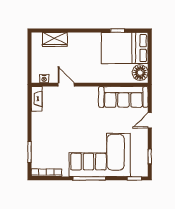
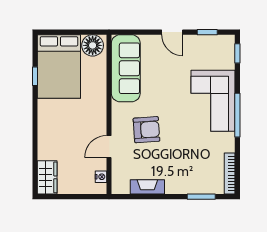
wardrobe: (55, 39) -> (47, 177), moved
fireplace: (37, 99) -> (147, 187), moved
armchair: (78, 112) -> (146, 130), added
door: (150, 120) -> (172, 32), moved
corner sofa: (100, 155) -> (213, 101), width x0.73, depth x0.74

